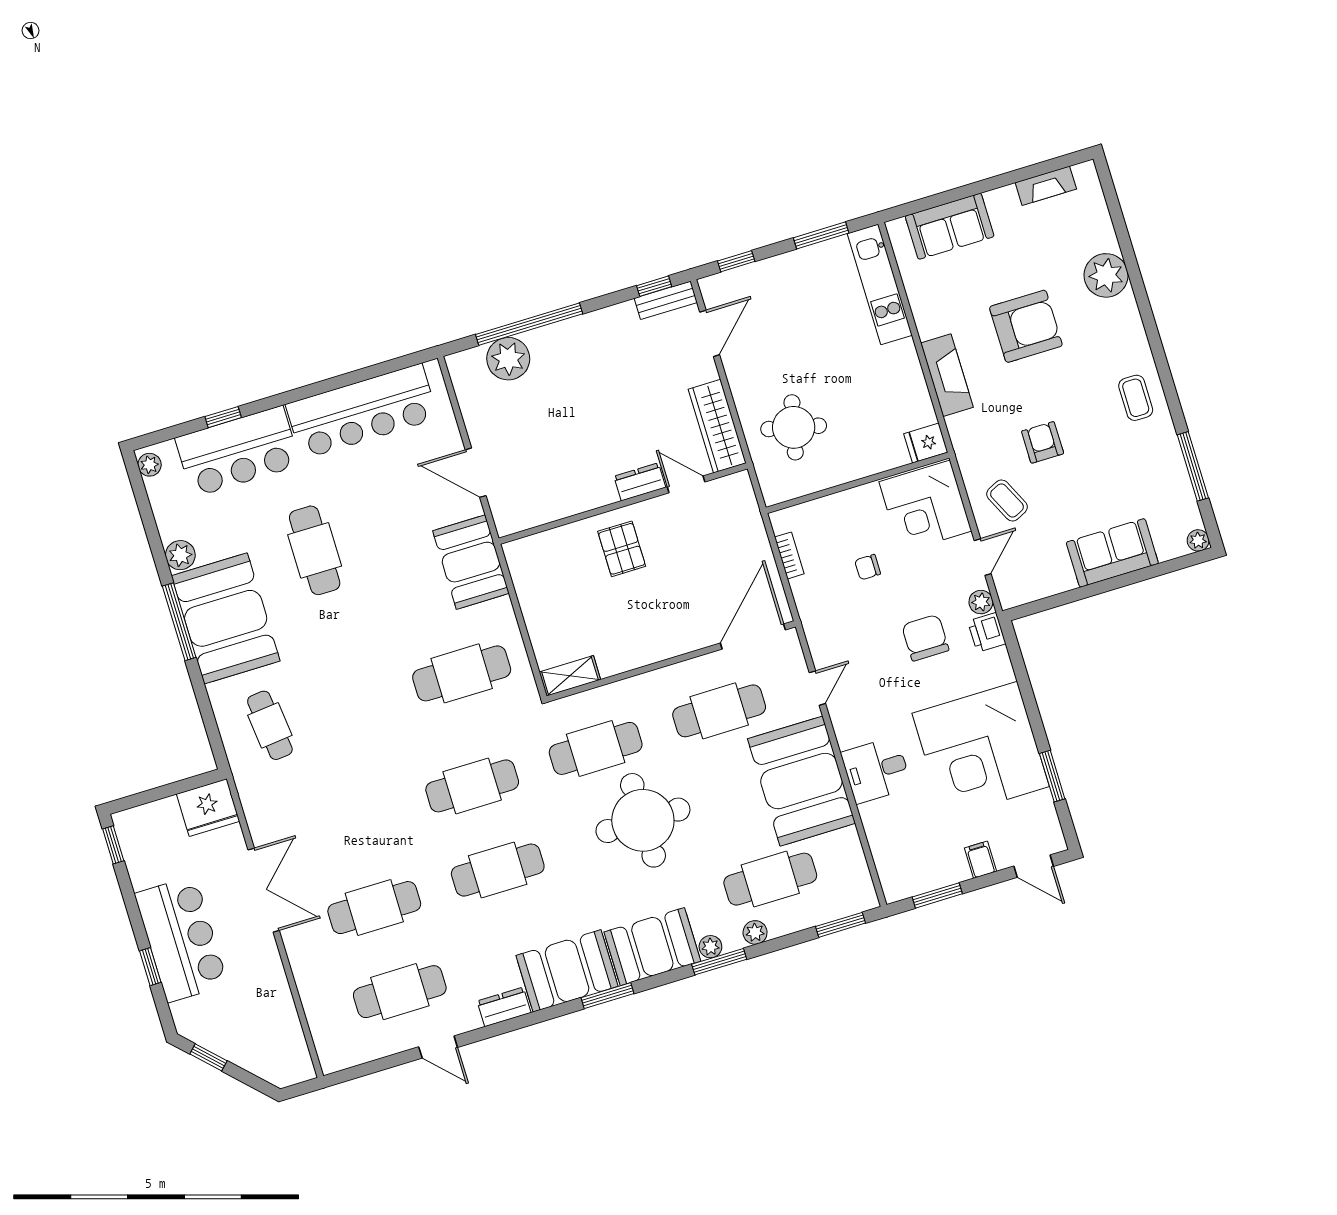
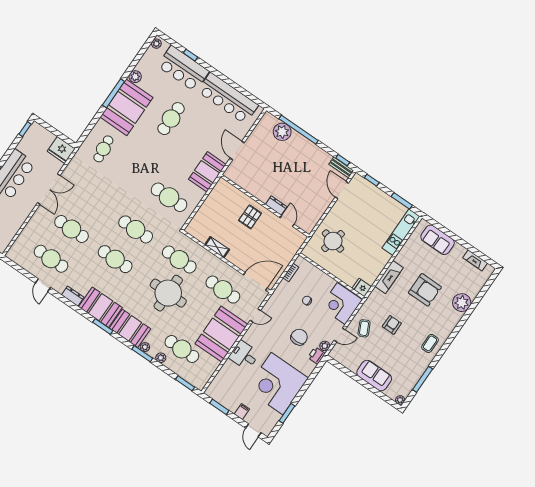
door: (710, 333) -> (342, 190), swing flipped
wardrobe: (717, 426) -> (314, 216), removed
shelving: (570, 676) -> (217, 247), moved

